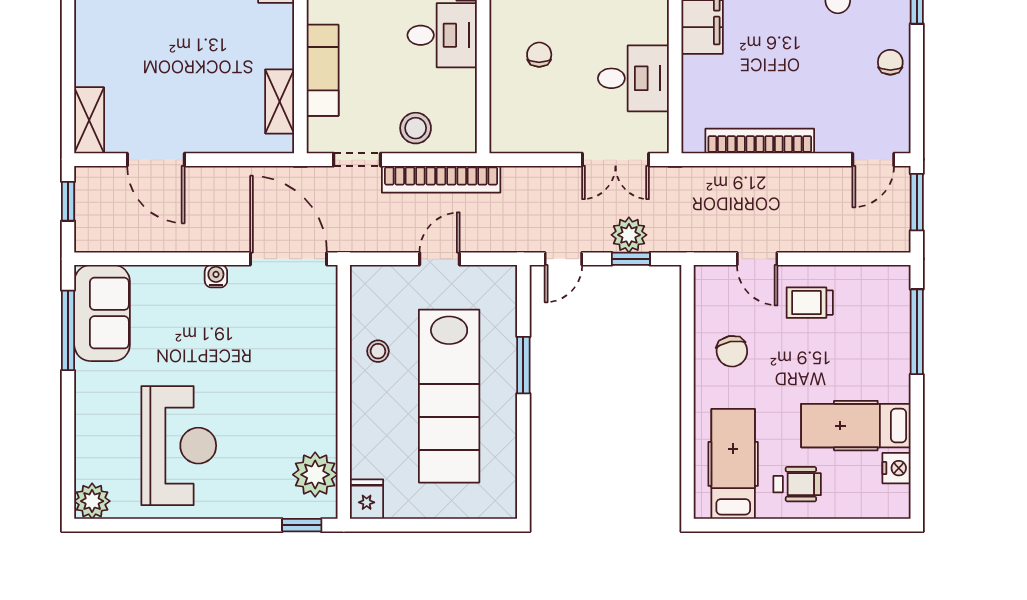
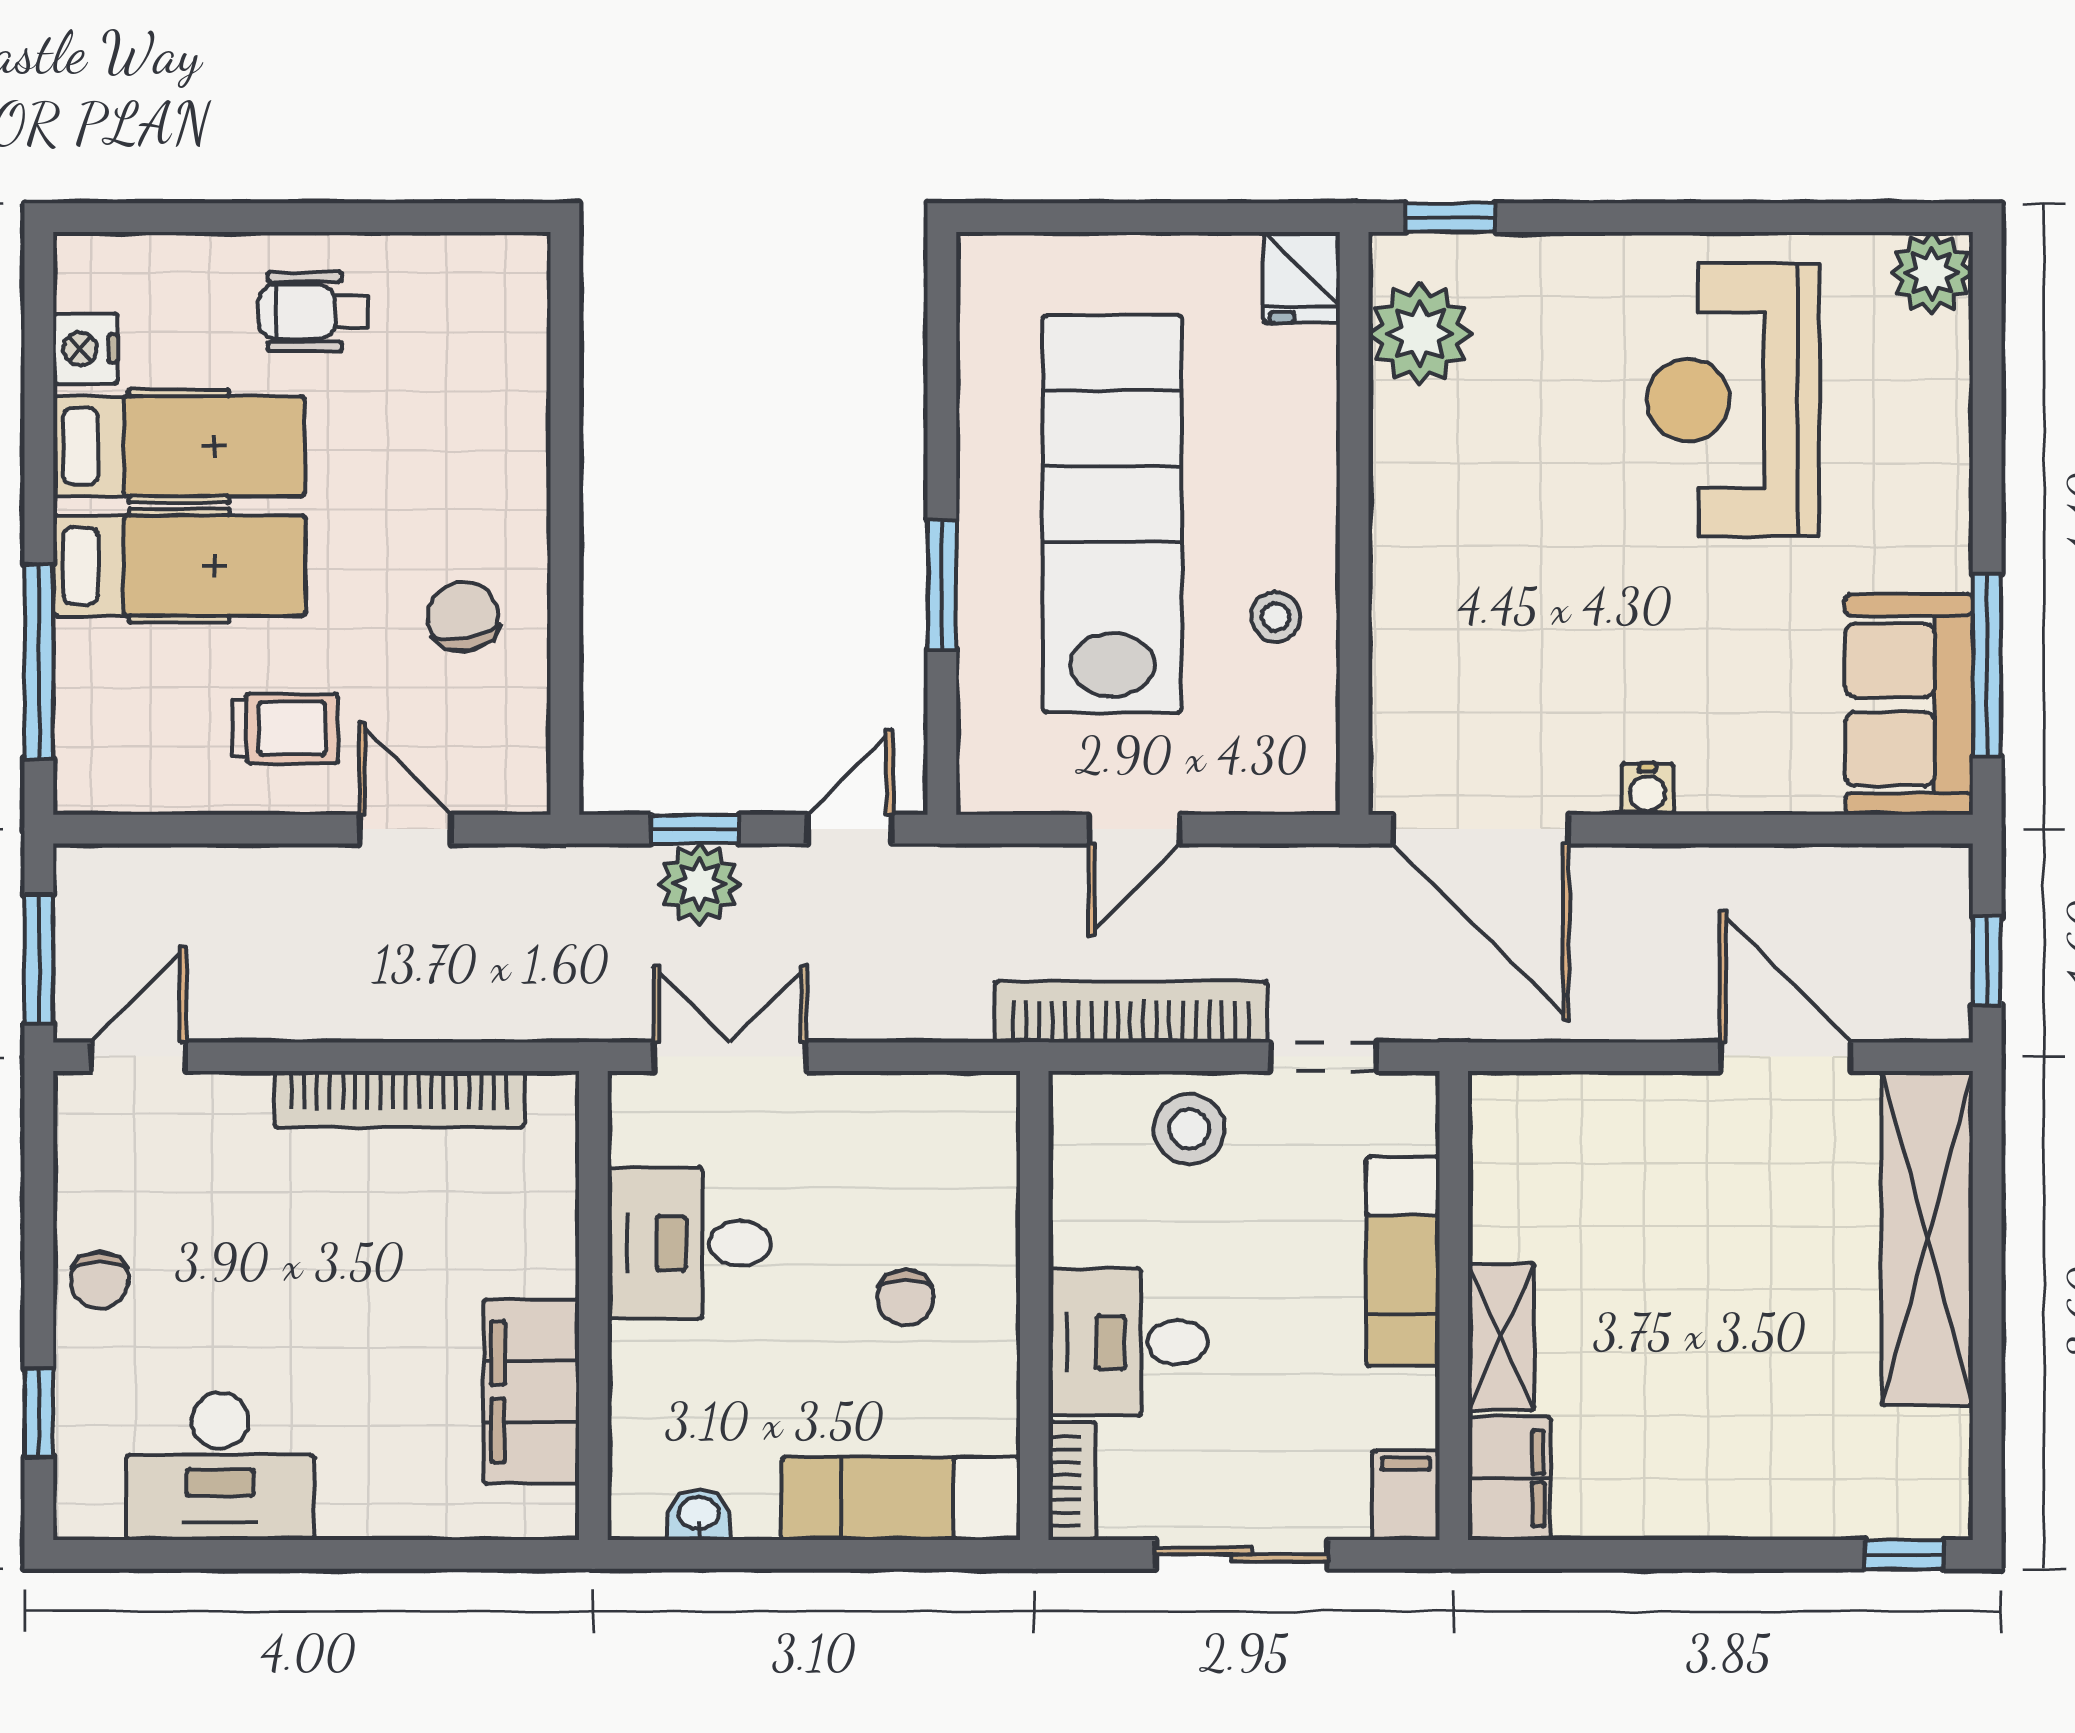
shelving: (280, 101) -> (1501, 1337), moved
shelving: (89, 120) -> (1927, 1238), width x2.20, depth x1.33
hospital bed: (733, 464) -> (179, 566), moved, turned -90

